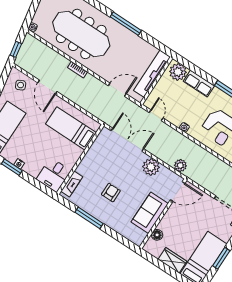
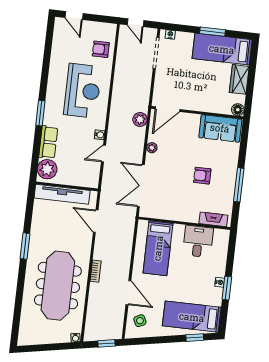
window: (126, 24) -> (25, 246), width x0.69
door: (47, 87) -> (128, 293), hinge flipped
door: (156, 115) -> (103, 154), moved
plant: (151, 167) -> (152, 148), width x0.53, depth x0.53
desk: (54, 175) -> (198, 241), moved, turned -90
door: (178, 192) -> (168, 109), swing flipped
sofa: (150, 213) -> (220, 128), moved
floor lamp: (157, 235) -> (238, 110), moved

